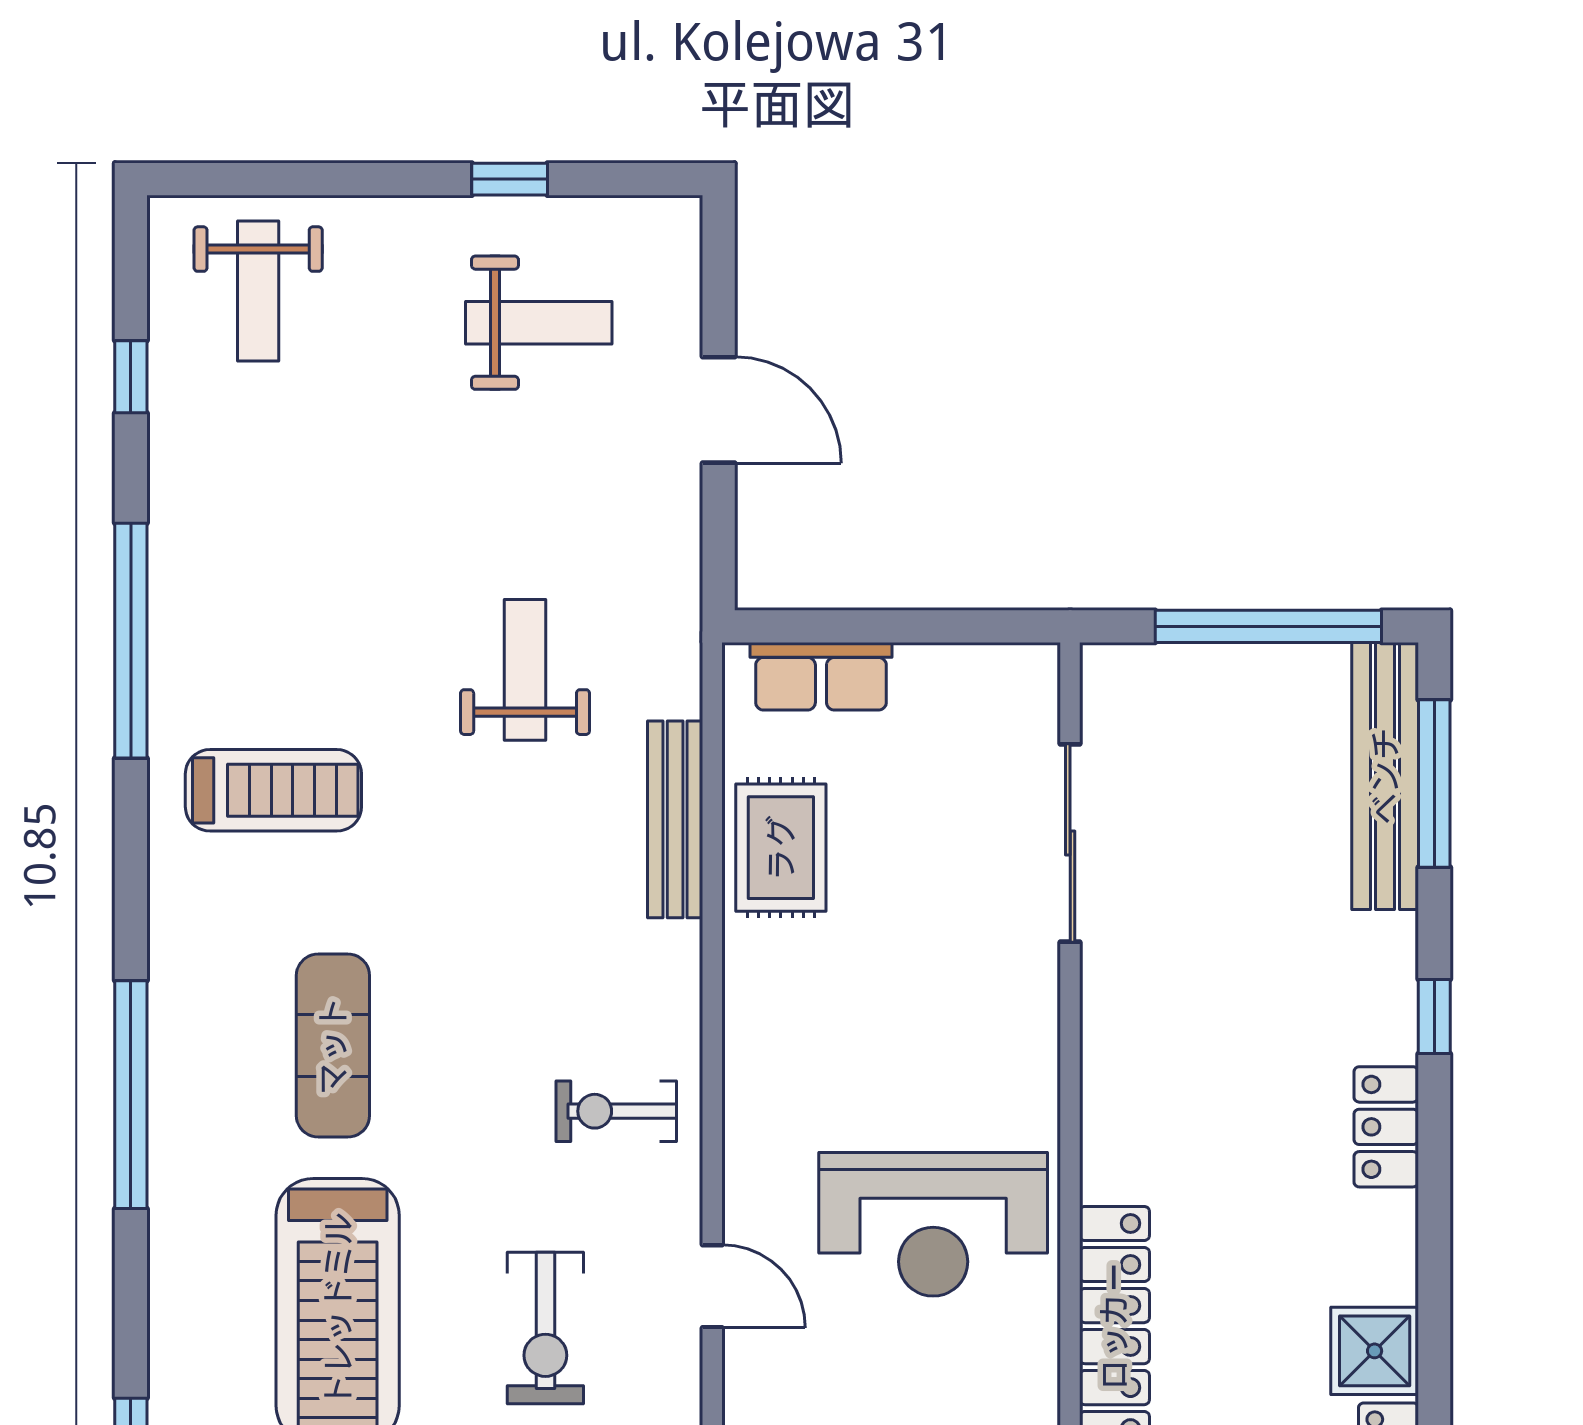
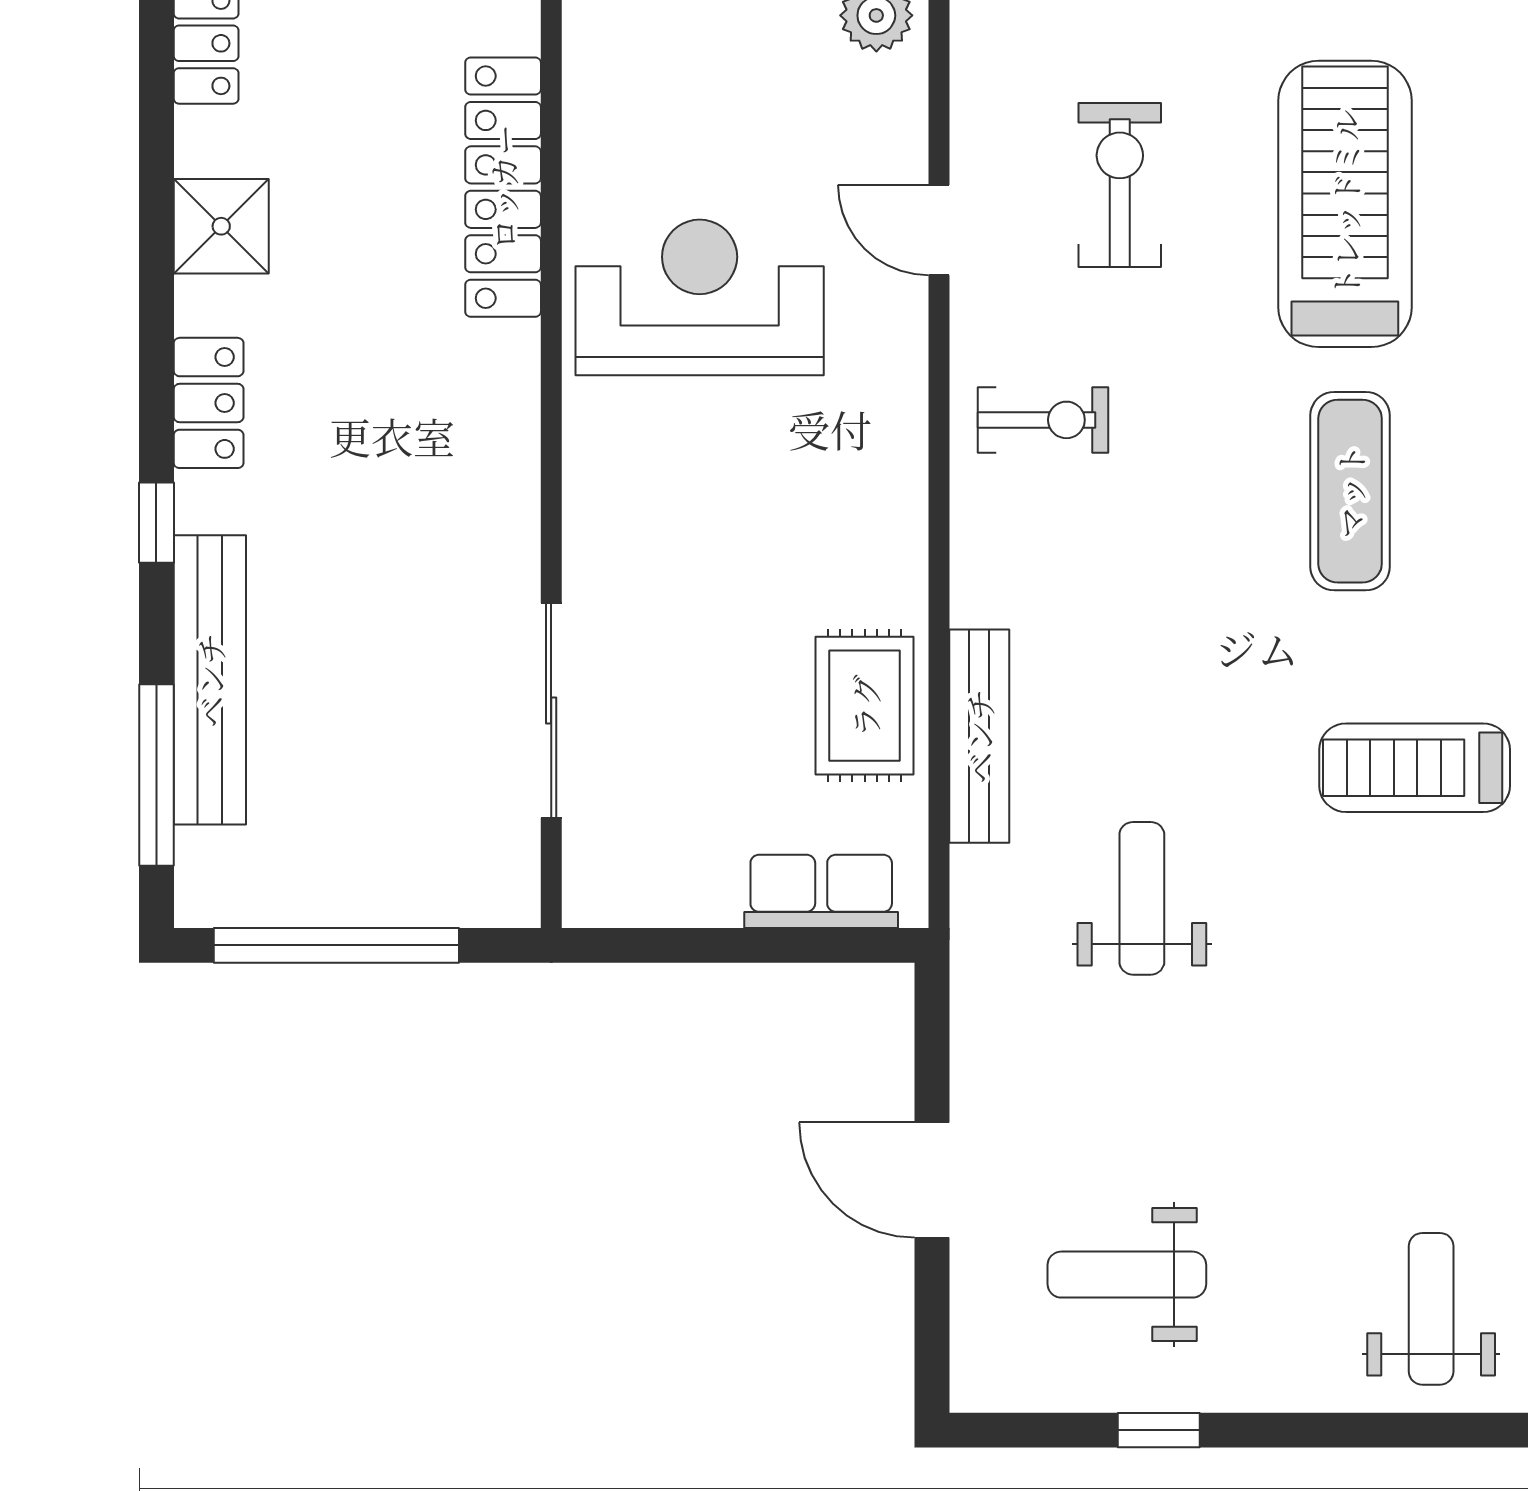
weight bench: (525, 670) -> (1142, 898), turned 180
bench: (1385, 776) -> (210, 680), moved
shower: (1375, 1351) -> (221, 226), moved

